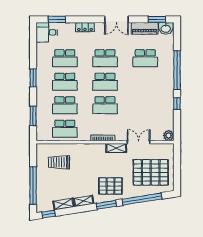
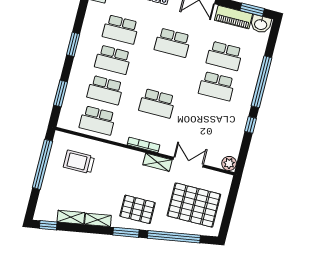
school desk: (105, 82) -> (217, 86), moved
window: (33, 186) -> (42, 164), moved

